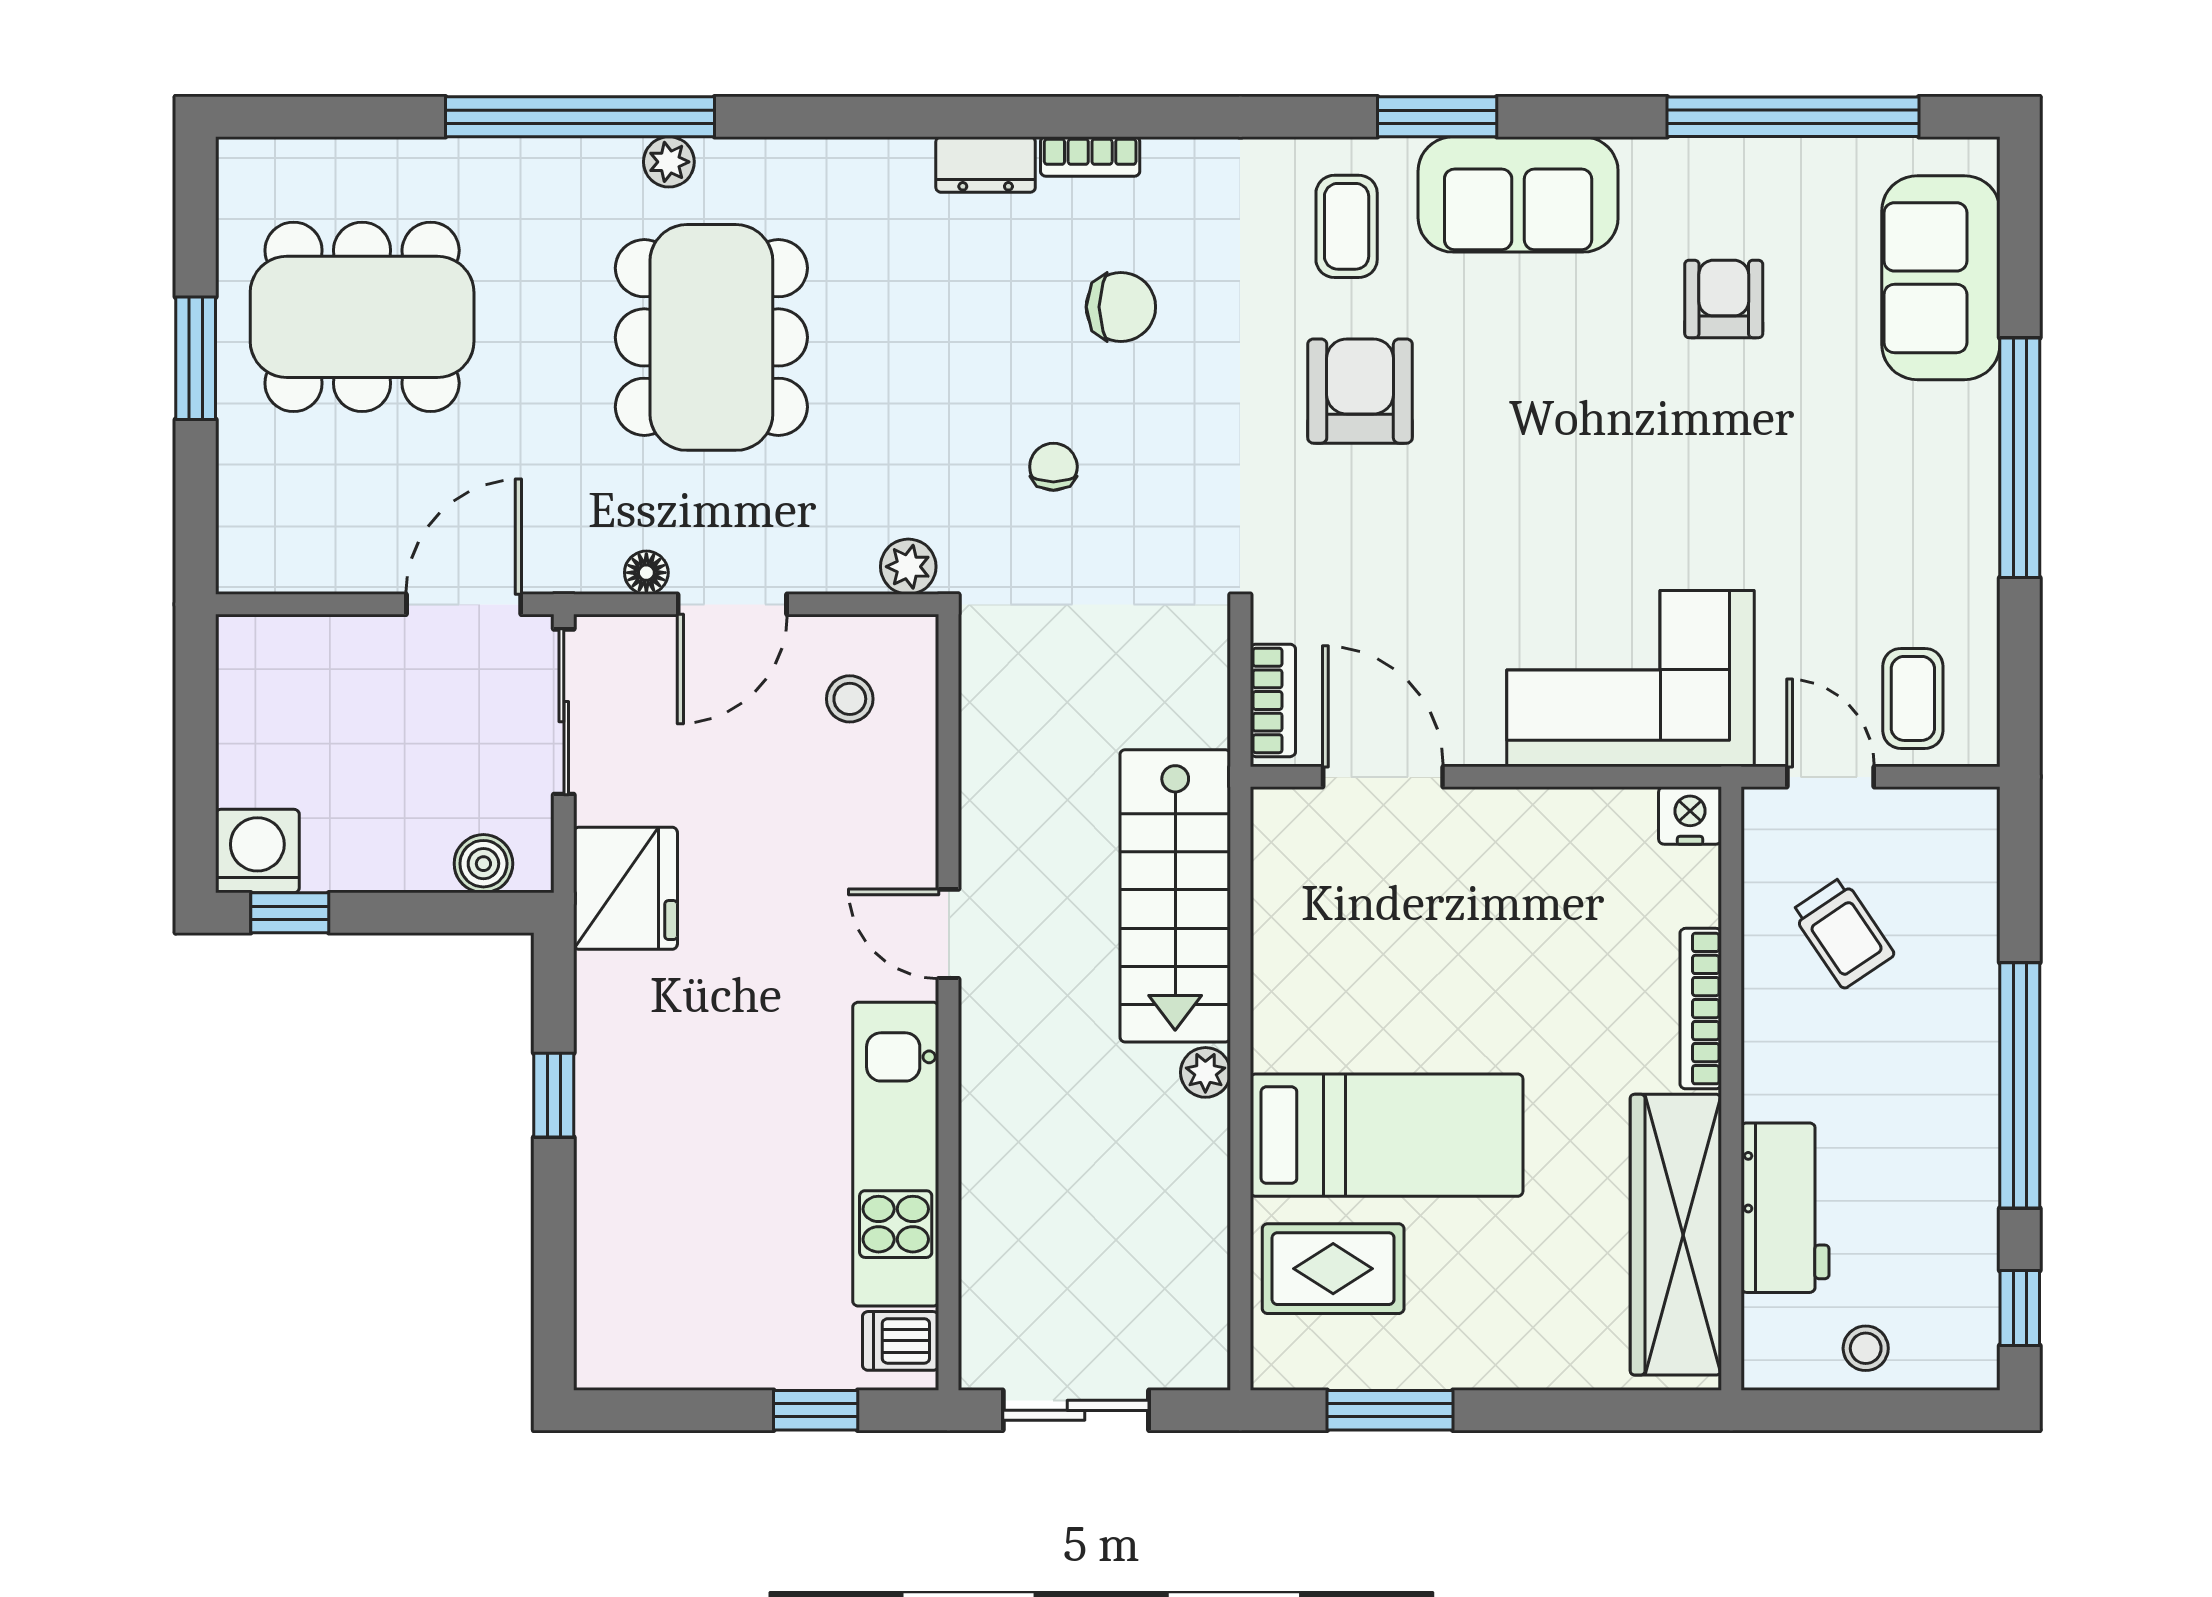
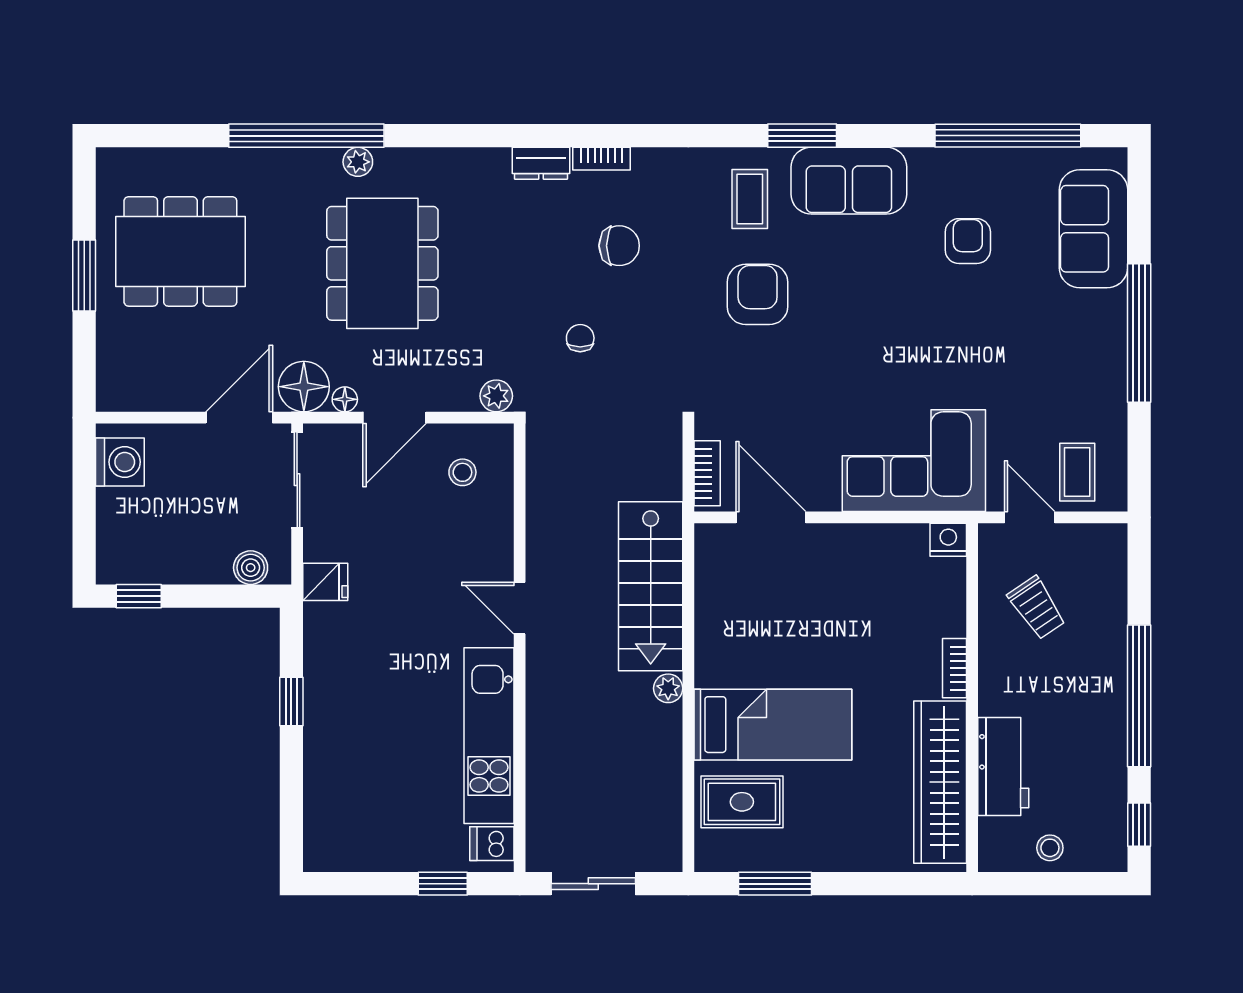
floor lamp: (575, 551) -> (304, 387), added
washing machine: (257, 851) -> (120, 462), moved, turned 90
fridge: (625, 888) -> (325, 582), width x0.53, depth x0.75
bookcase: (1701, 1009) -> (955, 668), width x0.64

